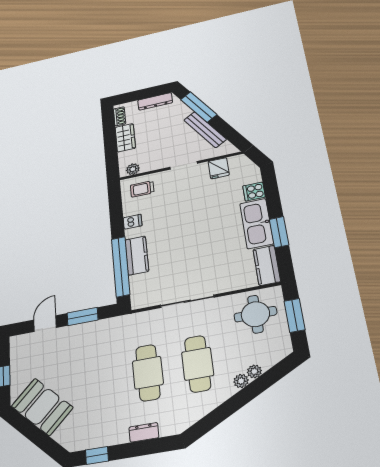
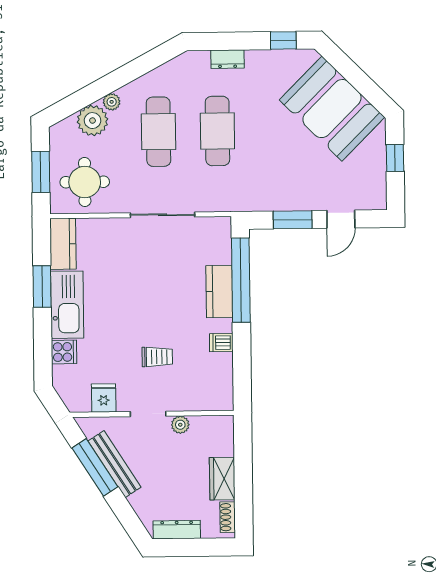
window: (199, 107) -> (95, 467), moved
plant: (133, 169) -> (180, 425), moved
trolley: (142, 189) -> (157, 357), moved
plant: (254, 371) -> (93, 121), width x1.87, depth x1.87
booth: (42, 407) -> (332, 109), width x1.36, depth x1.42

